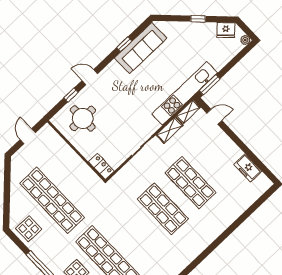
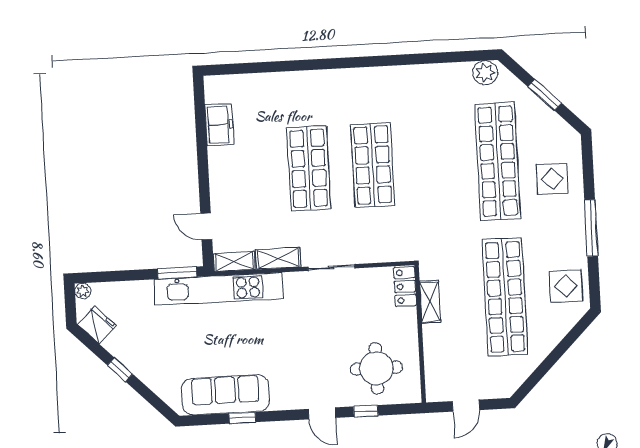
shelving: (84, 169) -> (430, 302), added

